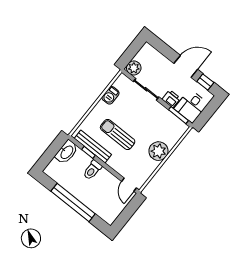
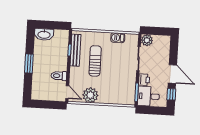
plant: (158, 151) -> (90, 95), moved
washbasin: (67, 152) -> (44, 34), moved
toilet: (92, 170) -> (59, 76), moved
door: (129, 185) -> (67, 92), swing flipped
window: (73, 203) -> (29, 63), width x0.47

